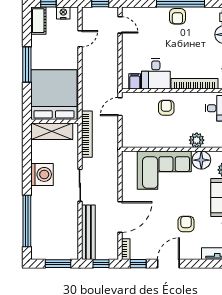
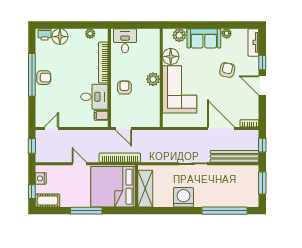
door: (80, 39) -> (79, 164), moved
armchair: (166, 108) -> (124, 87), turned 90
bookcase: (87, 134) -> (120, 158), moved
plant: (197, 140) -> (153, 79), moved
armchair: (186, 224) -> (227, 70), turned 101
window: (138, 264) -> (262, 62), moved

